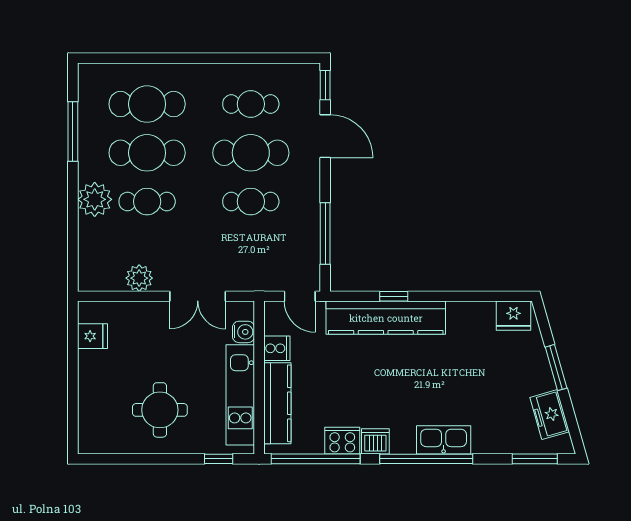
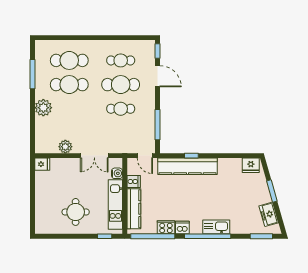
cafe table: (147, 202) -> (69, 109), removed
fridge: (92, 336) -> (42, 164), moved

